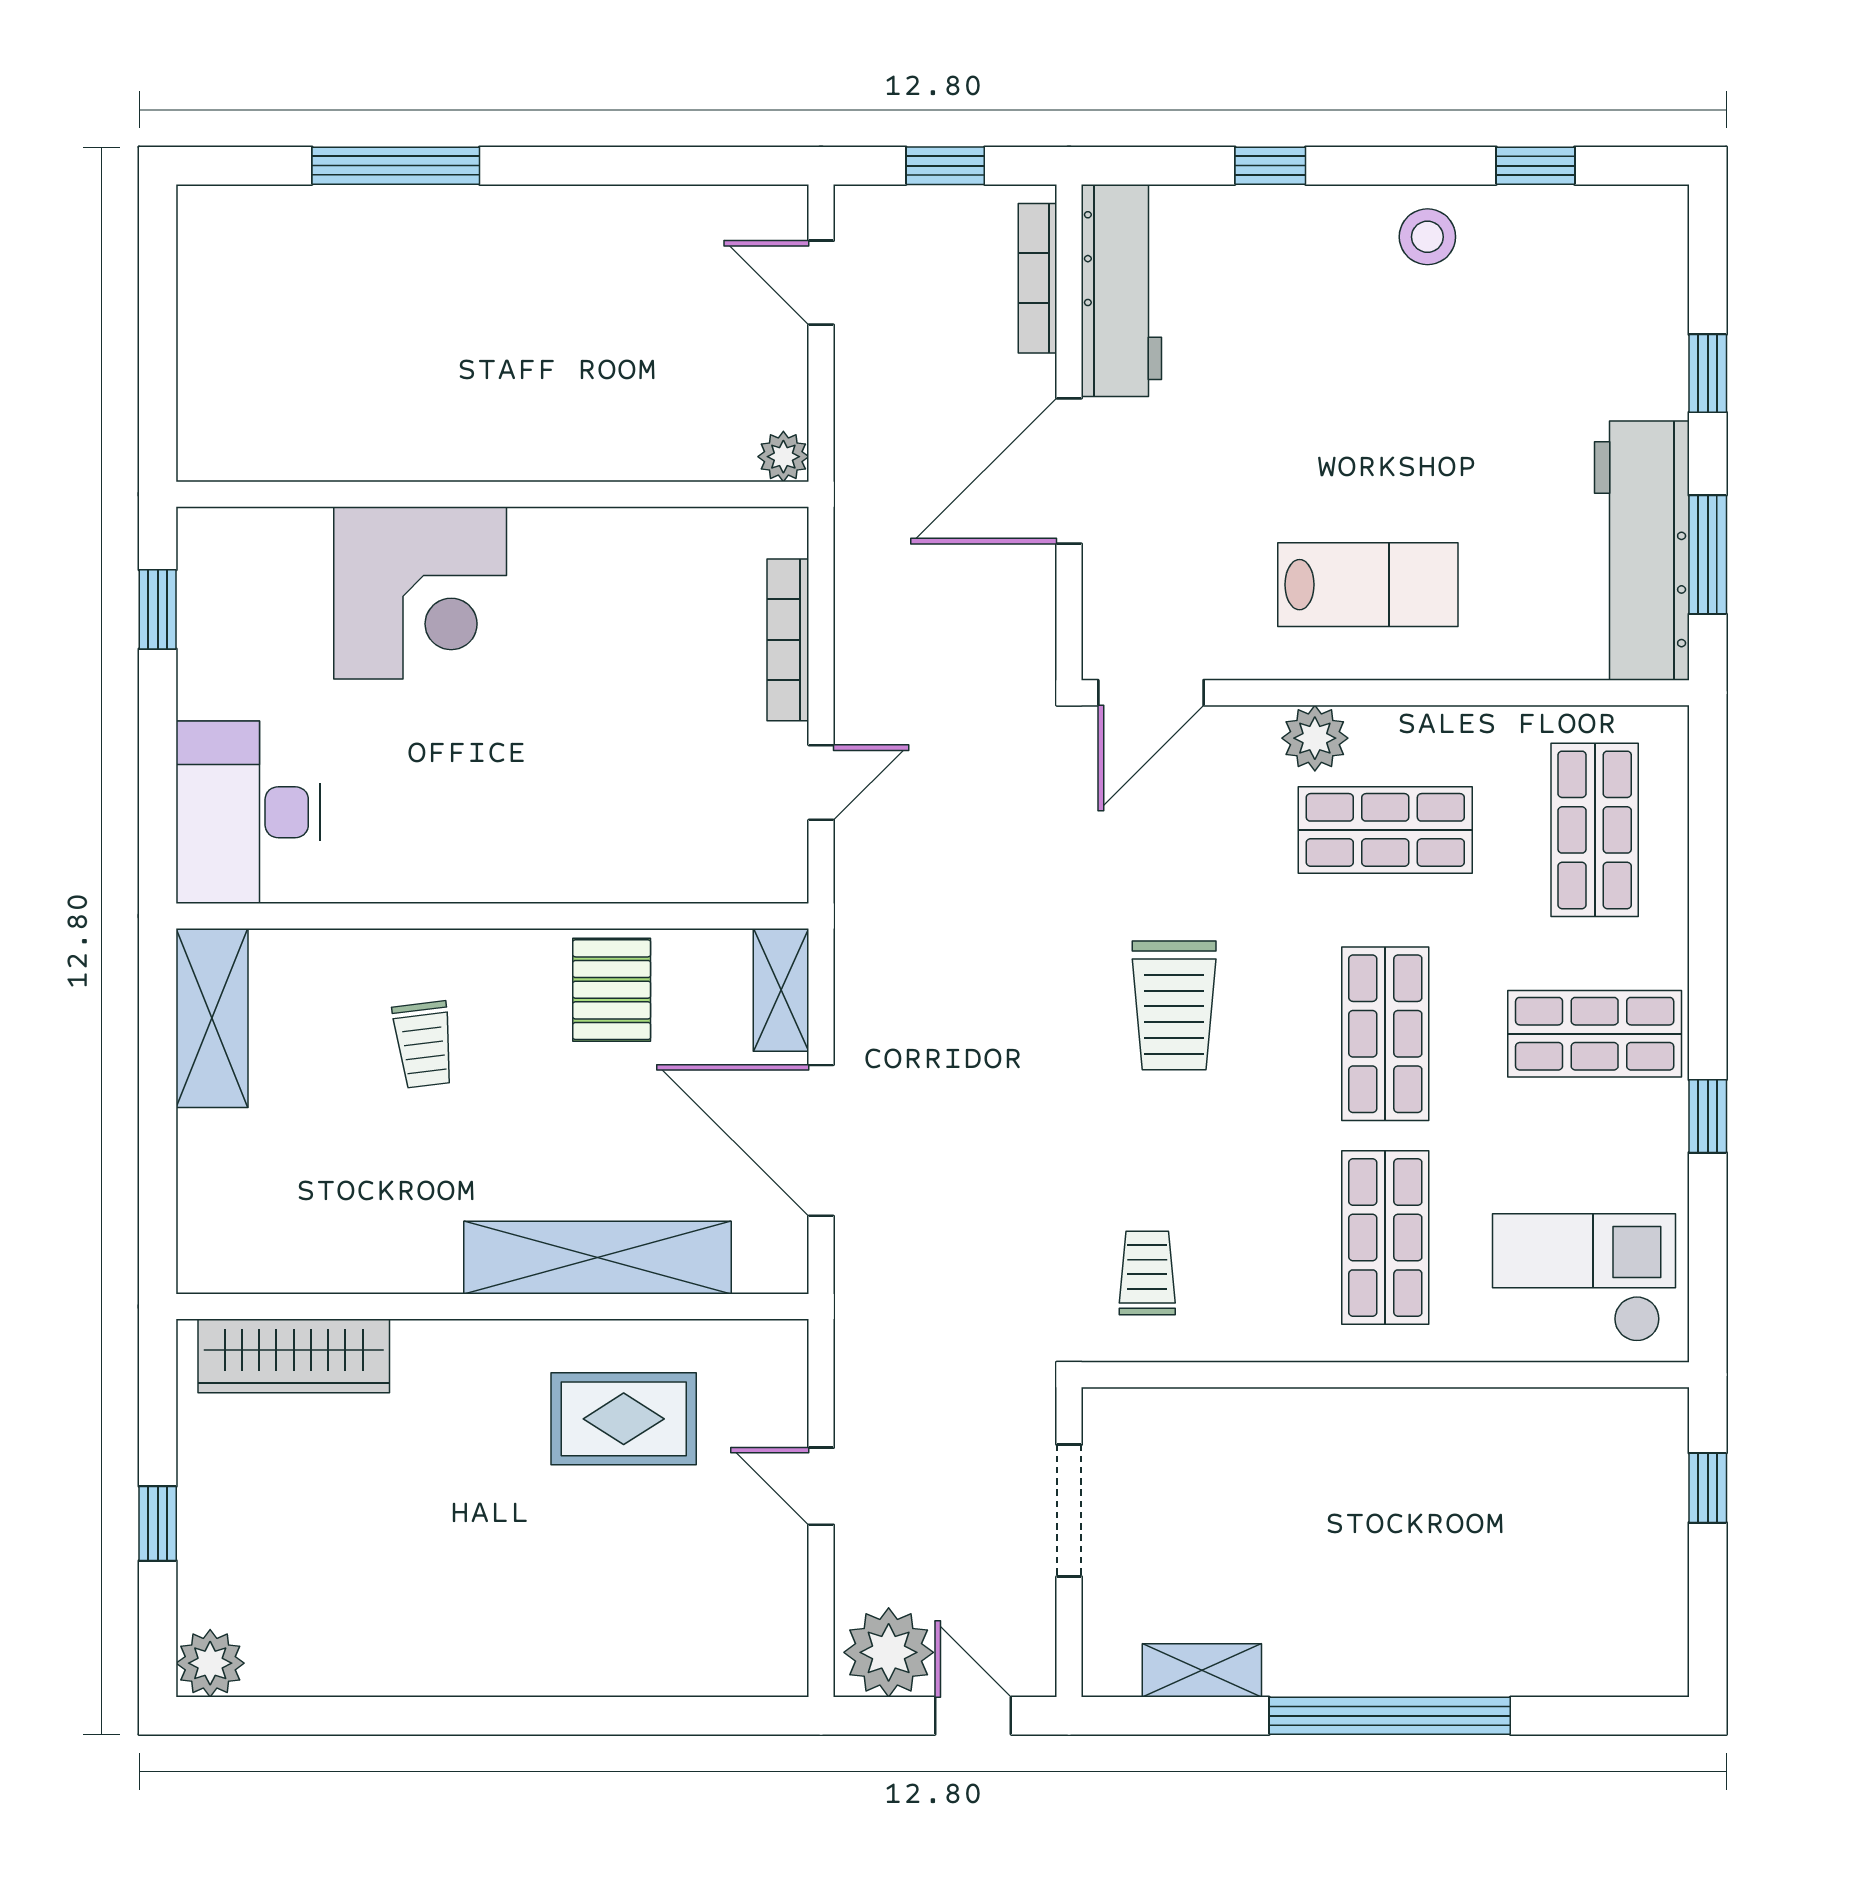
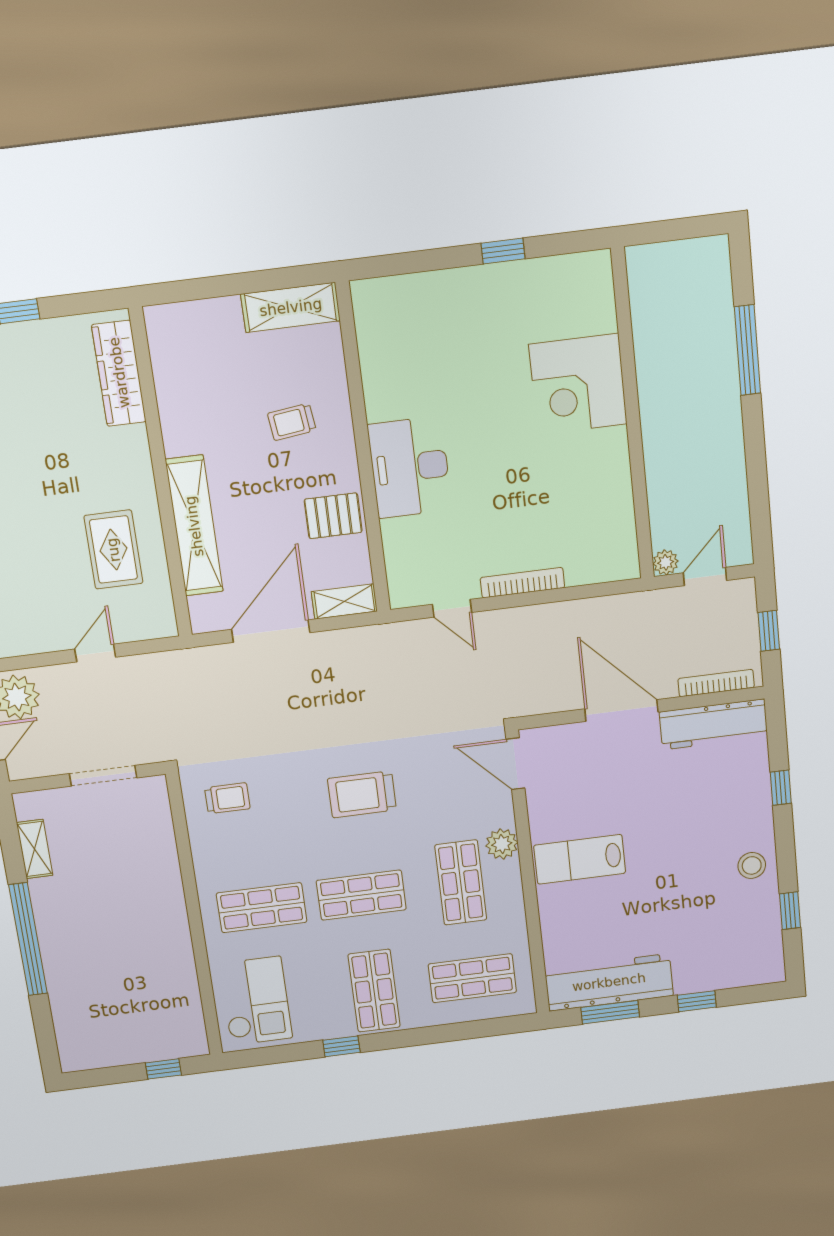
plant: (783, 457) -> (666, 562), moved
wall: (492, 494) -> (633, 416), moved
lab bench: (1368, 585) -> (580, 859), turned 90
corner desk: (420, 593) -> (578, 384), moved
desk: (248, 812) -> (410, 467), moved, turned -90

